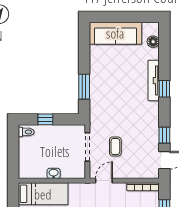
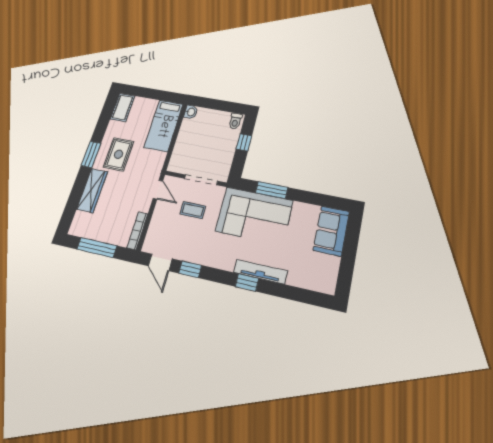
sofa: (115, 33) -> (331, 231), width x0.73
floor lamp: (153, 42) -> (310, 283), removed
corner sofa: (109, 96) -> (254, 216), added
washbasin: (54, 173) -> (191, 112), moved

